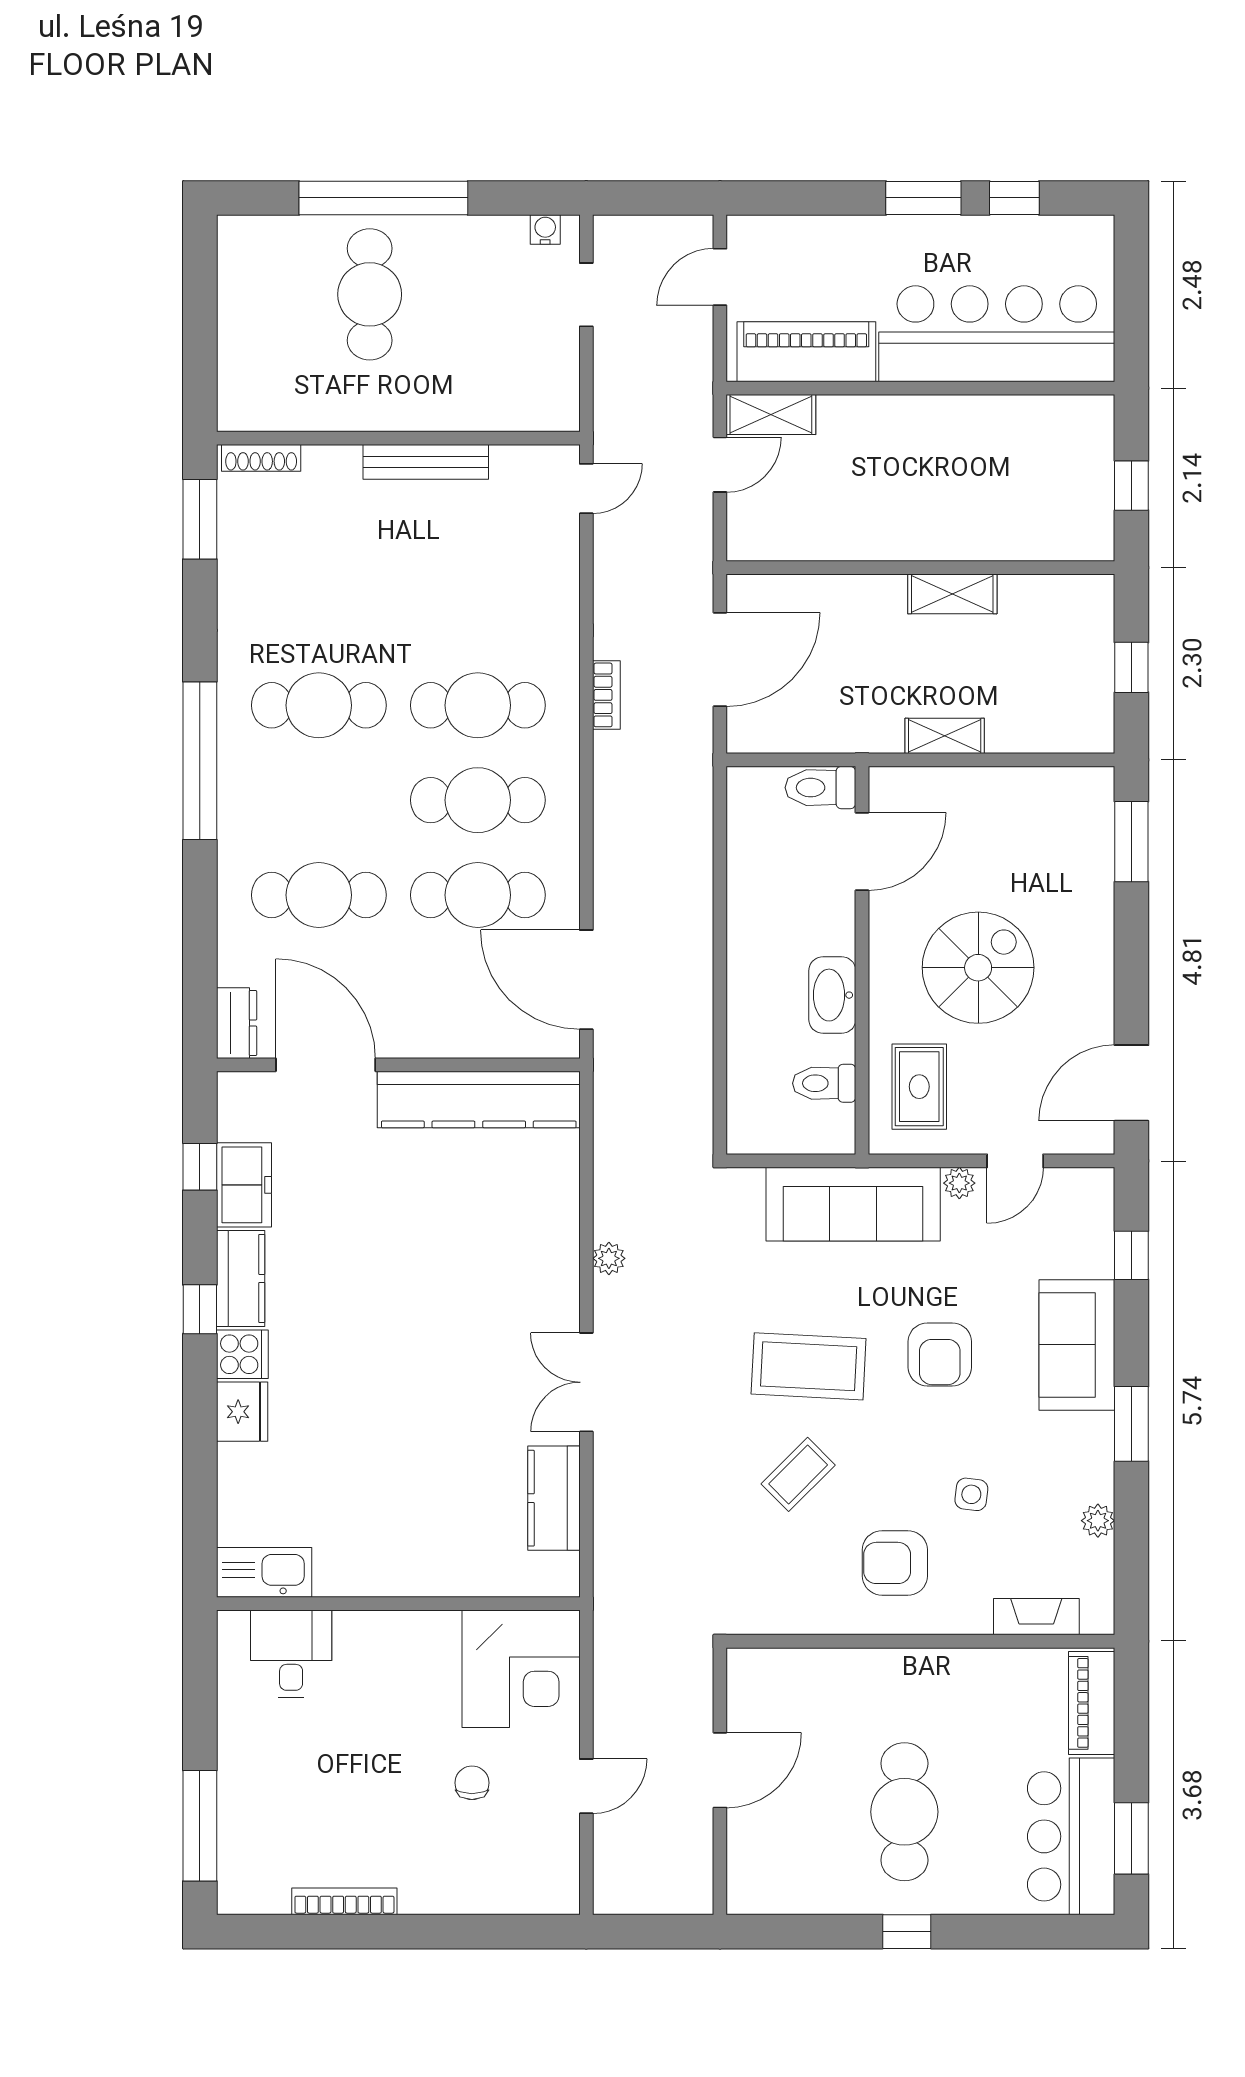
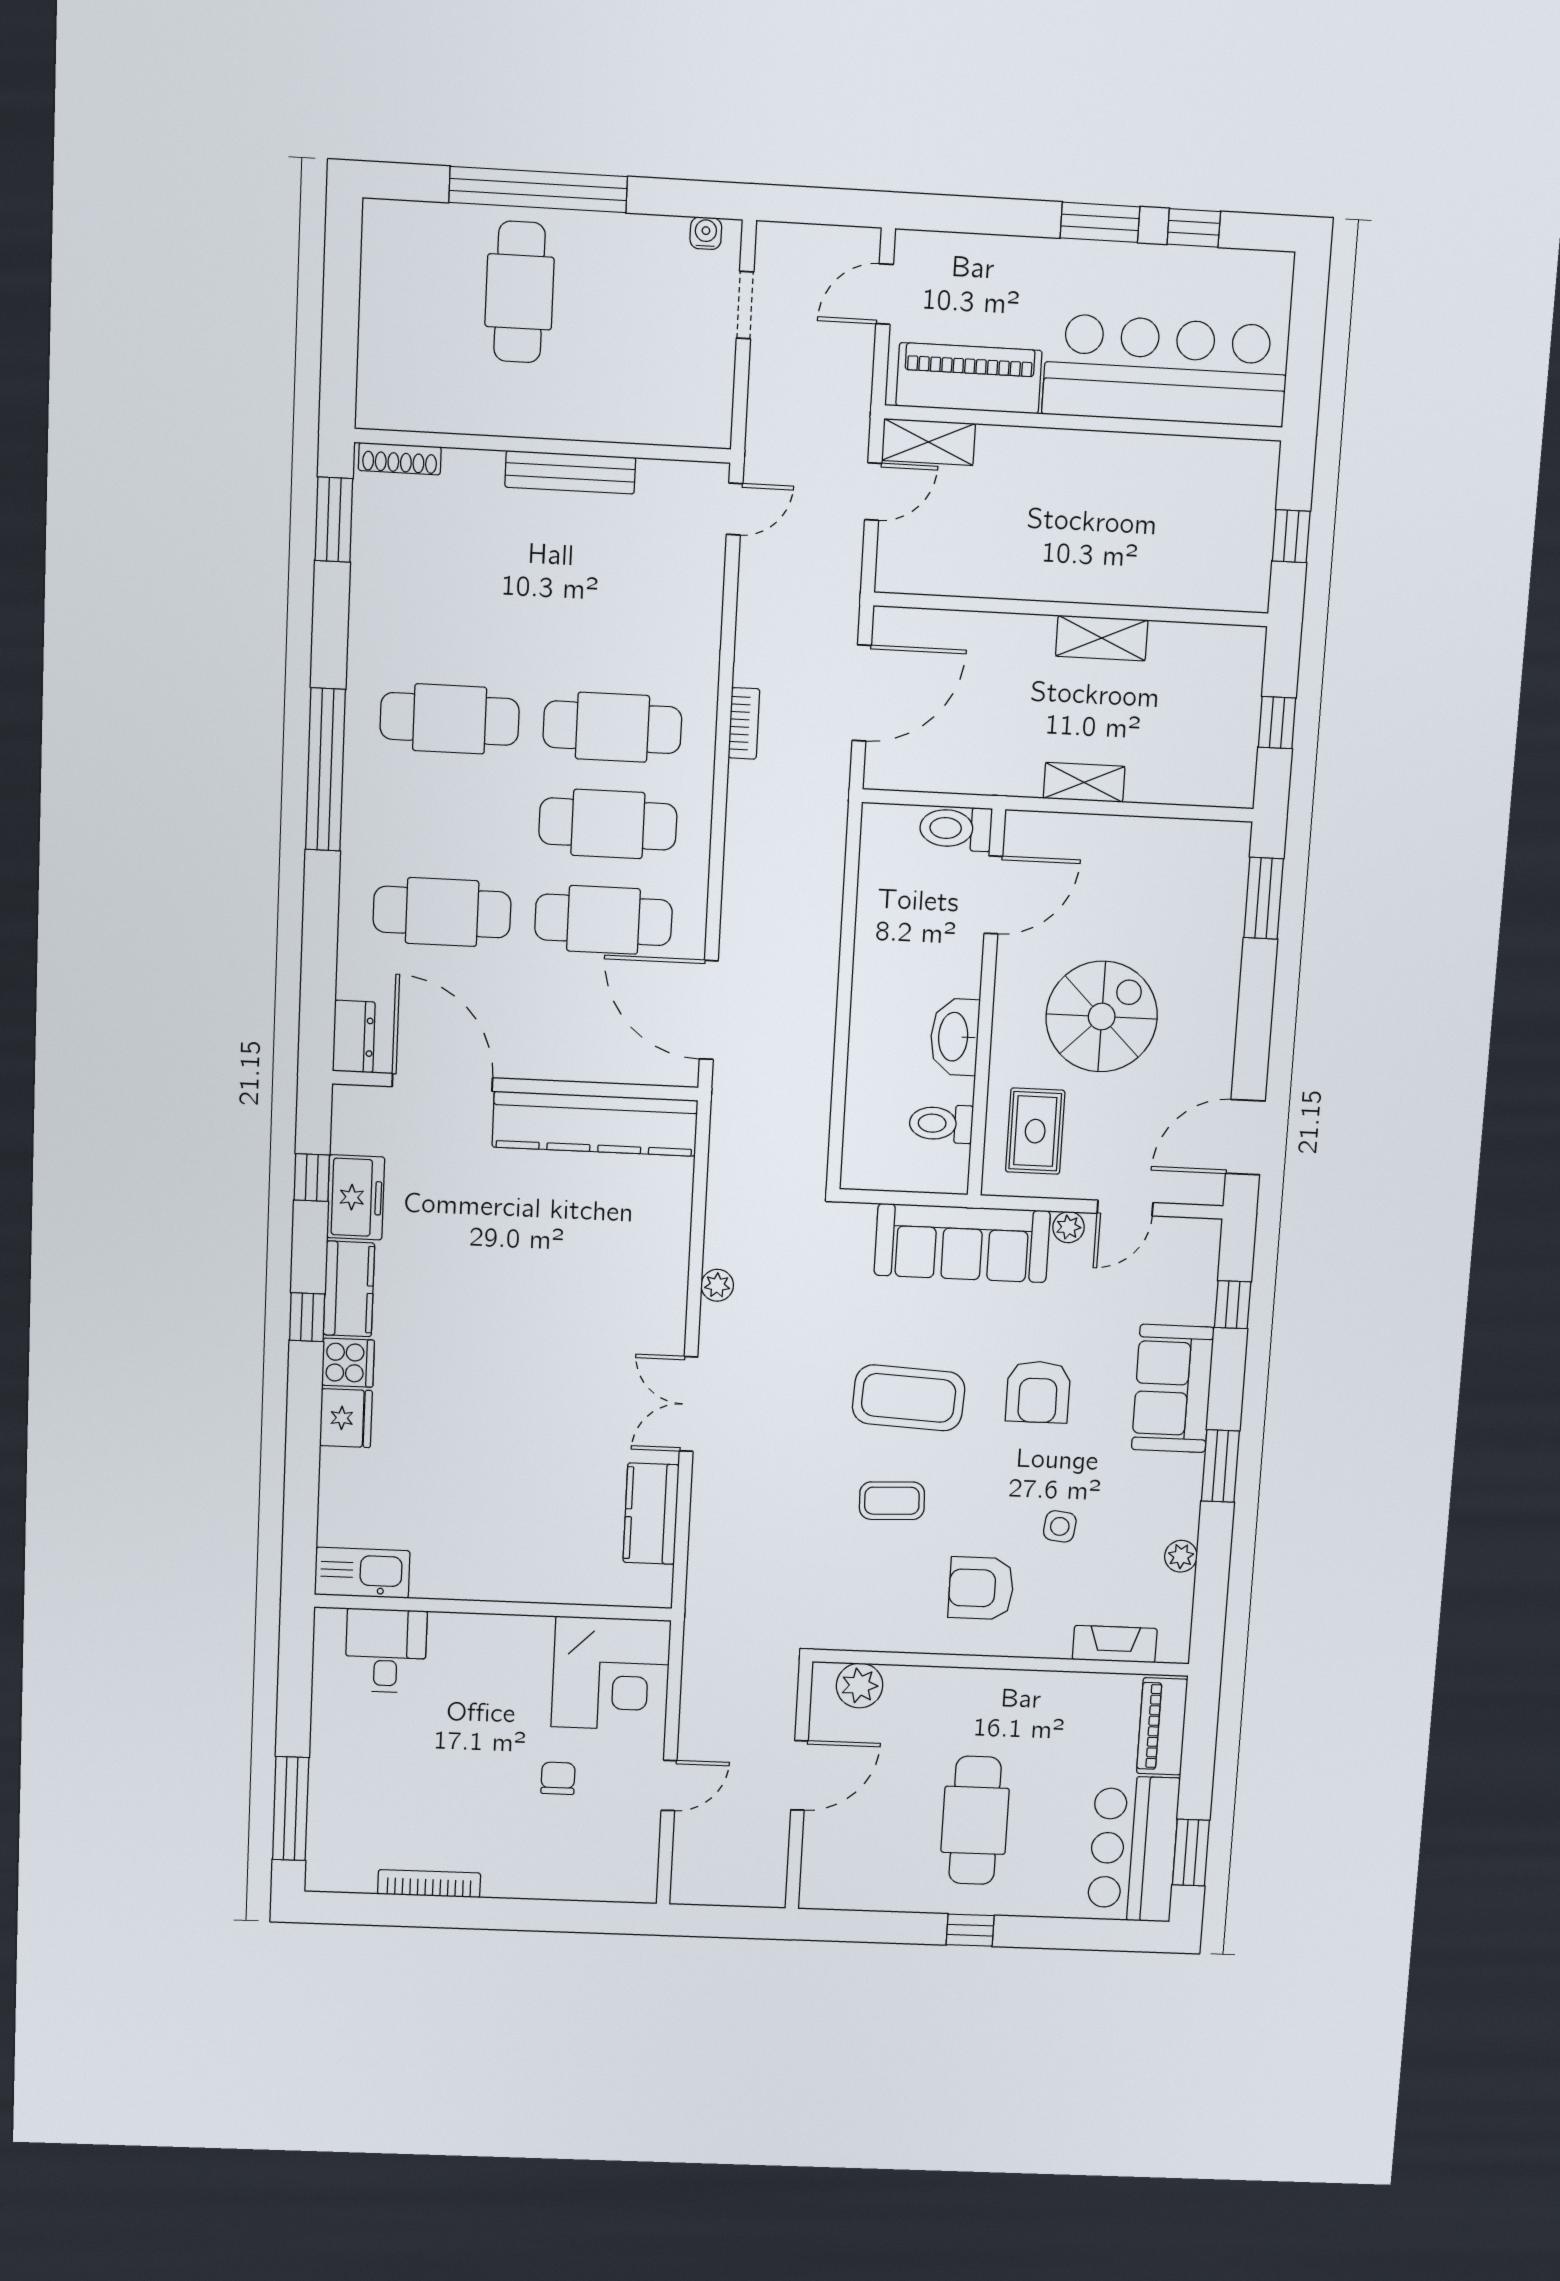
coffee table: (798, 1474) -> (892, 1501), turned 43
plant: (776, 1671) -> (860, 1686), added

